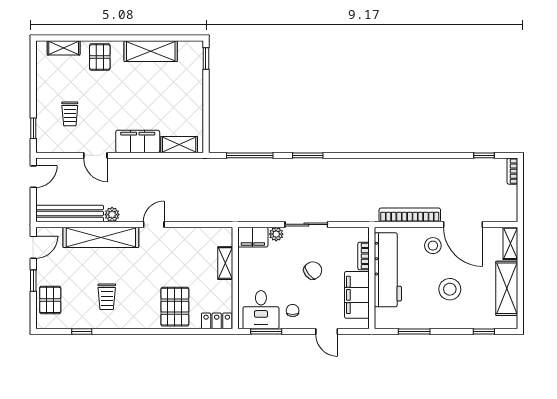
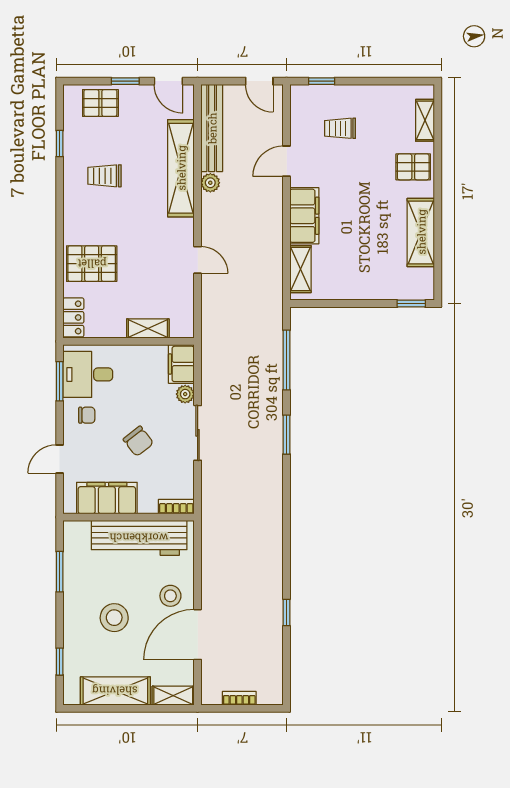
window: (484, 155) -> (287, 612), moved
bookcase: (512, 171) -> (239, 698), moved
bookcase: (410, 215) -> (210, 566), removed
door: (154, 224) -> (198, 260), moved
bookcase: (364, 256) -> (176, 507), moved

